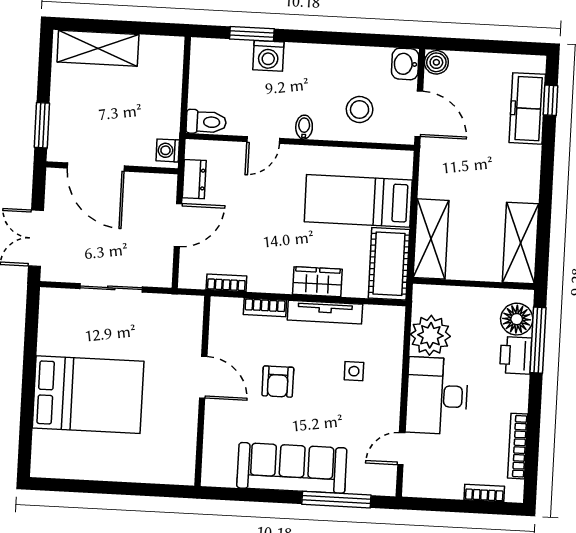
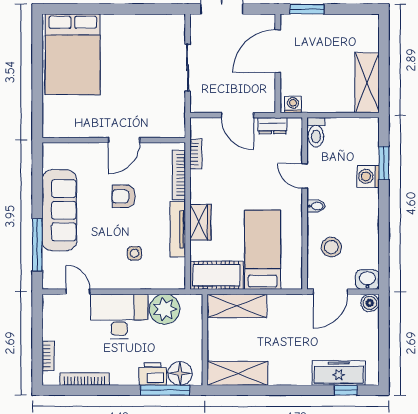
shelving: (98, 48) -> (367, 83), moved
bookcase: (265, 307) -> (179, 175), width x1.56
bed: (88, 395) -> (73, 54), moved

